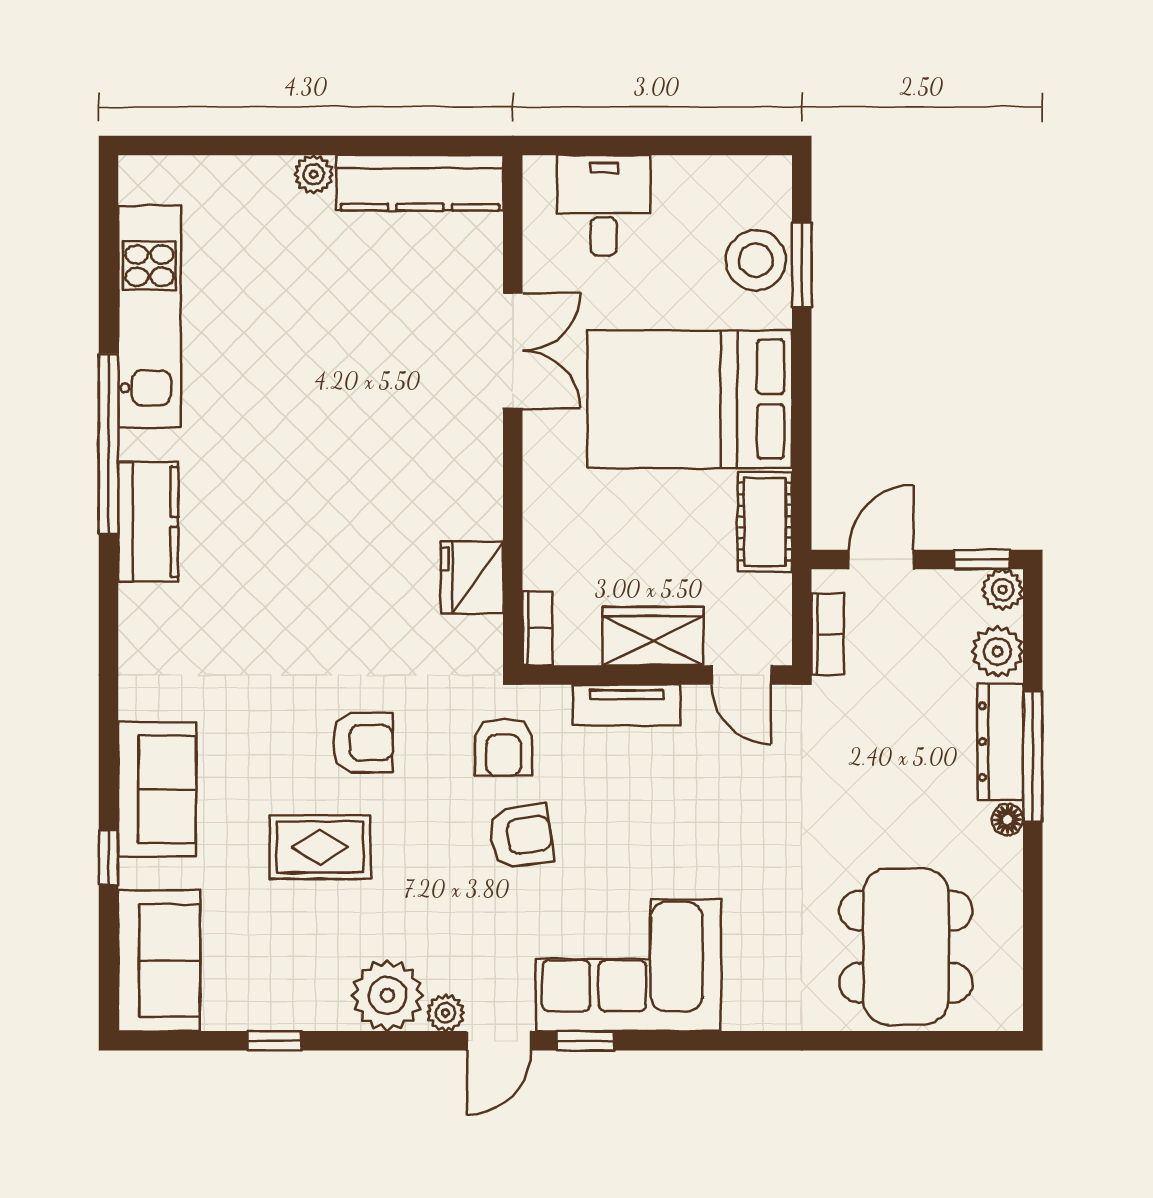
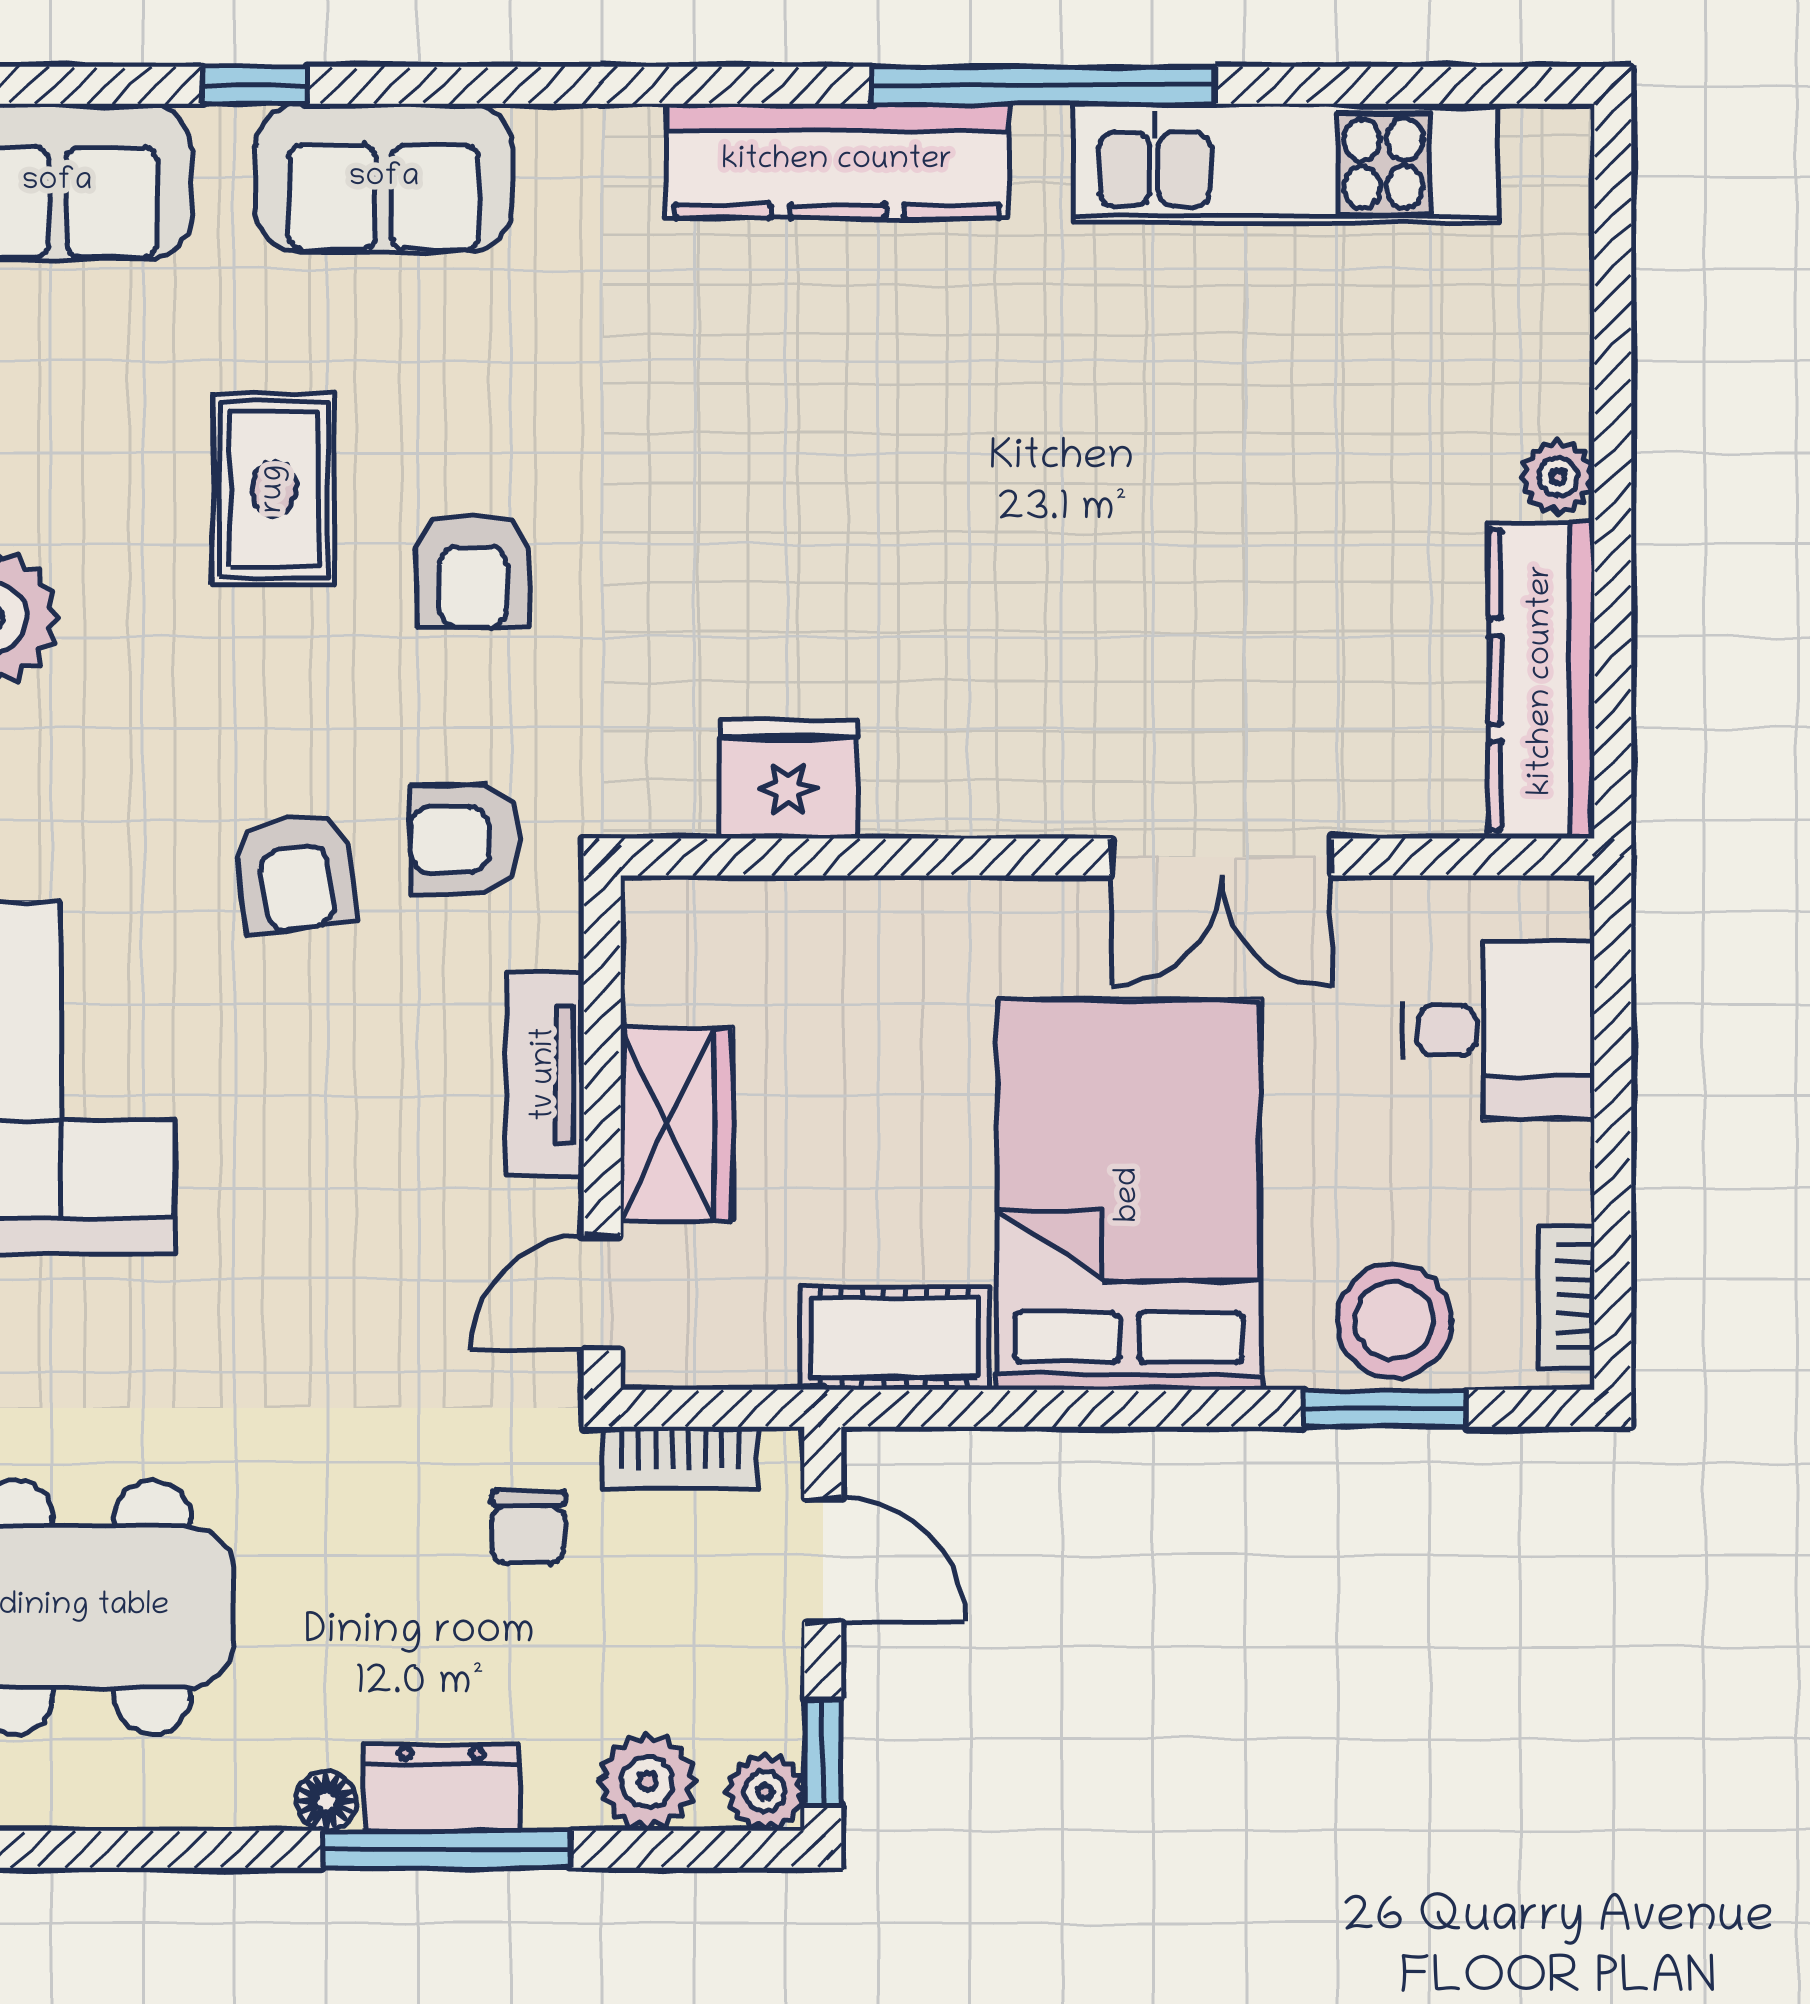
kitchen counter: (148, 522) -> (837, 161), width x1.50
bookcase: (537, 628) -> (1566, 1297), moved, turned 90
chair: (864, 714) -> (528, 1528), added
dresser: (1000, 742) -> (441, 1787), width x0.70

